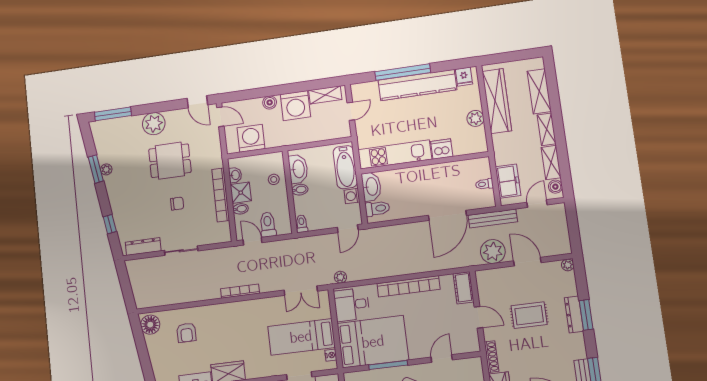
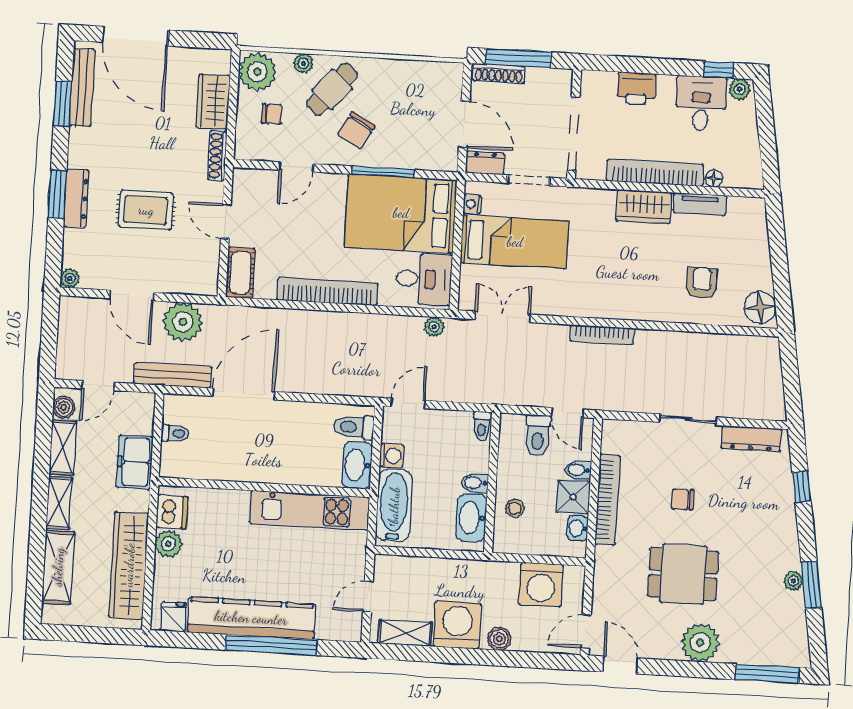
door: (220, 117) -> (586, 631), hinge flipped
dishwasher: (442, 149) -> (172, 512), moved, turned -90
freezer: (508, 181) -> (135, 462), moved

